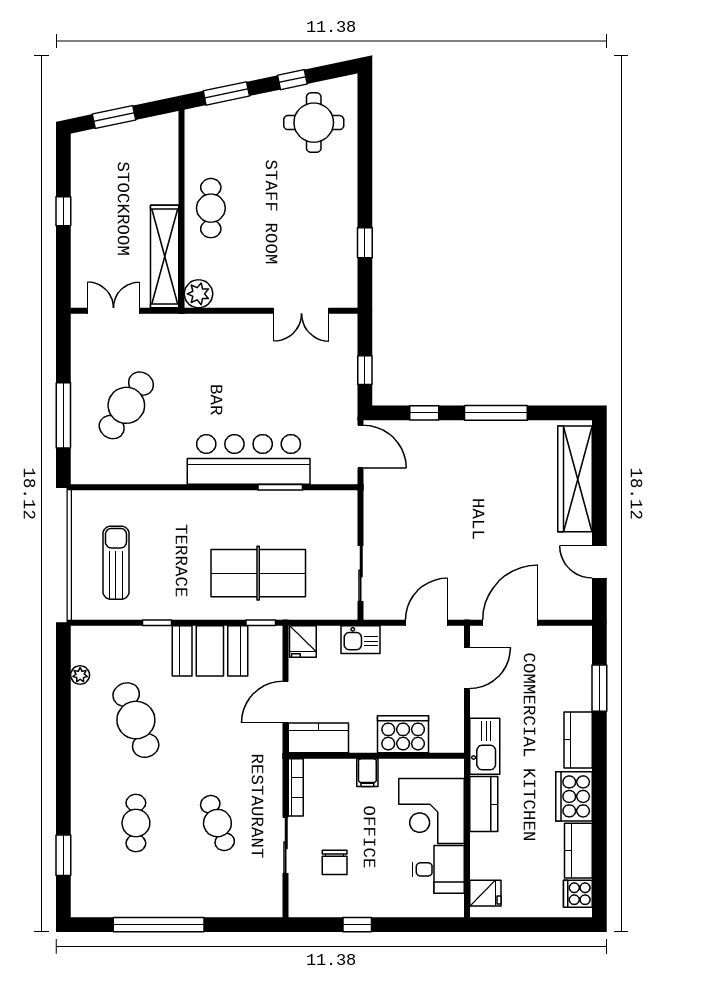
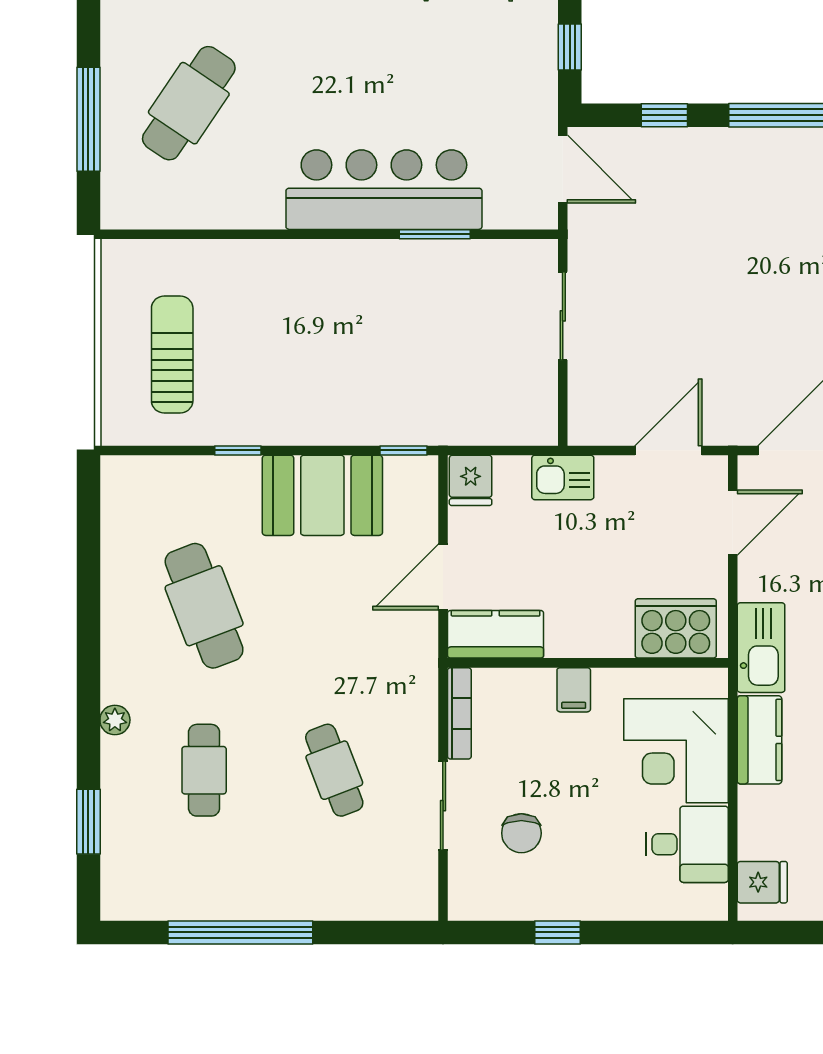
table tennis table: (258, 573) -> (399, 371), removed
sliding door: (361, 574) -> (563, 316), moved
plant: (80, 675) -> (115, 720), moved
cooker: (403, 734) -> (676, 628), moved

